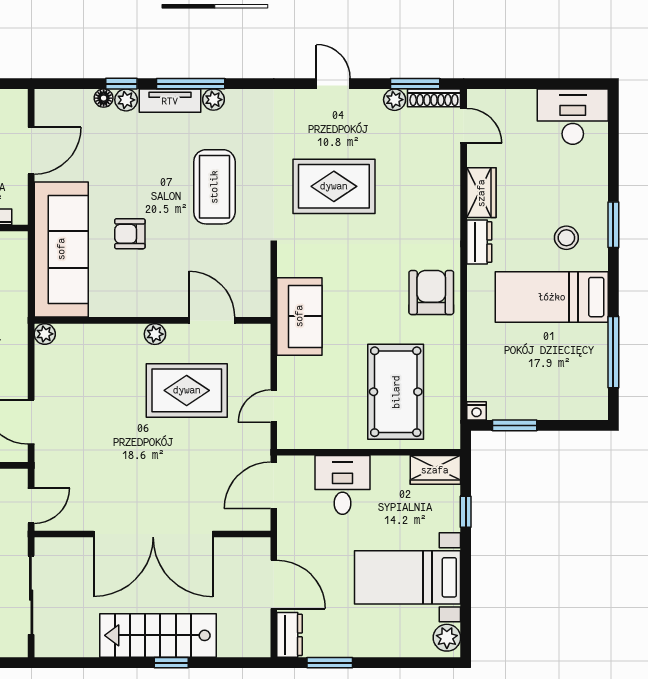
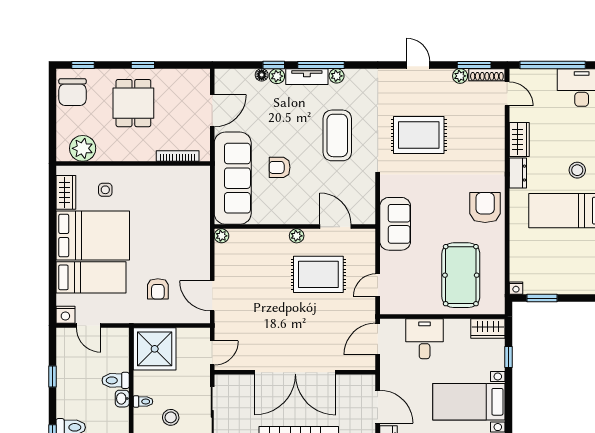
window: (530, 84) -> (553, 65), added

